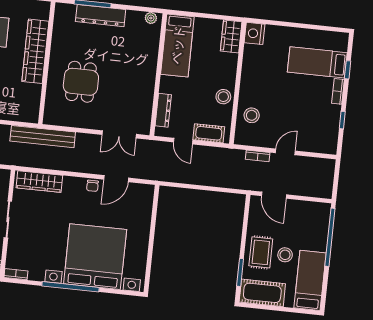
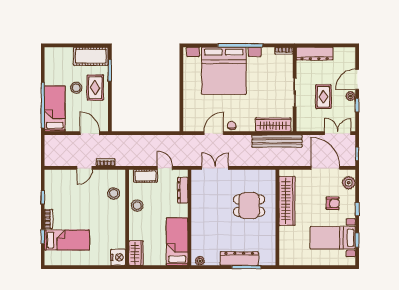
wardrobe: (35, 51) -> (287, 201), moved
dining table: (81, 82) -> (249, 206), turned 90
bench: (43, 137) -> (277, 141), moved
bed: (310, 280) -> (55, 109), moved, turned 180

